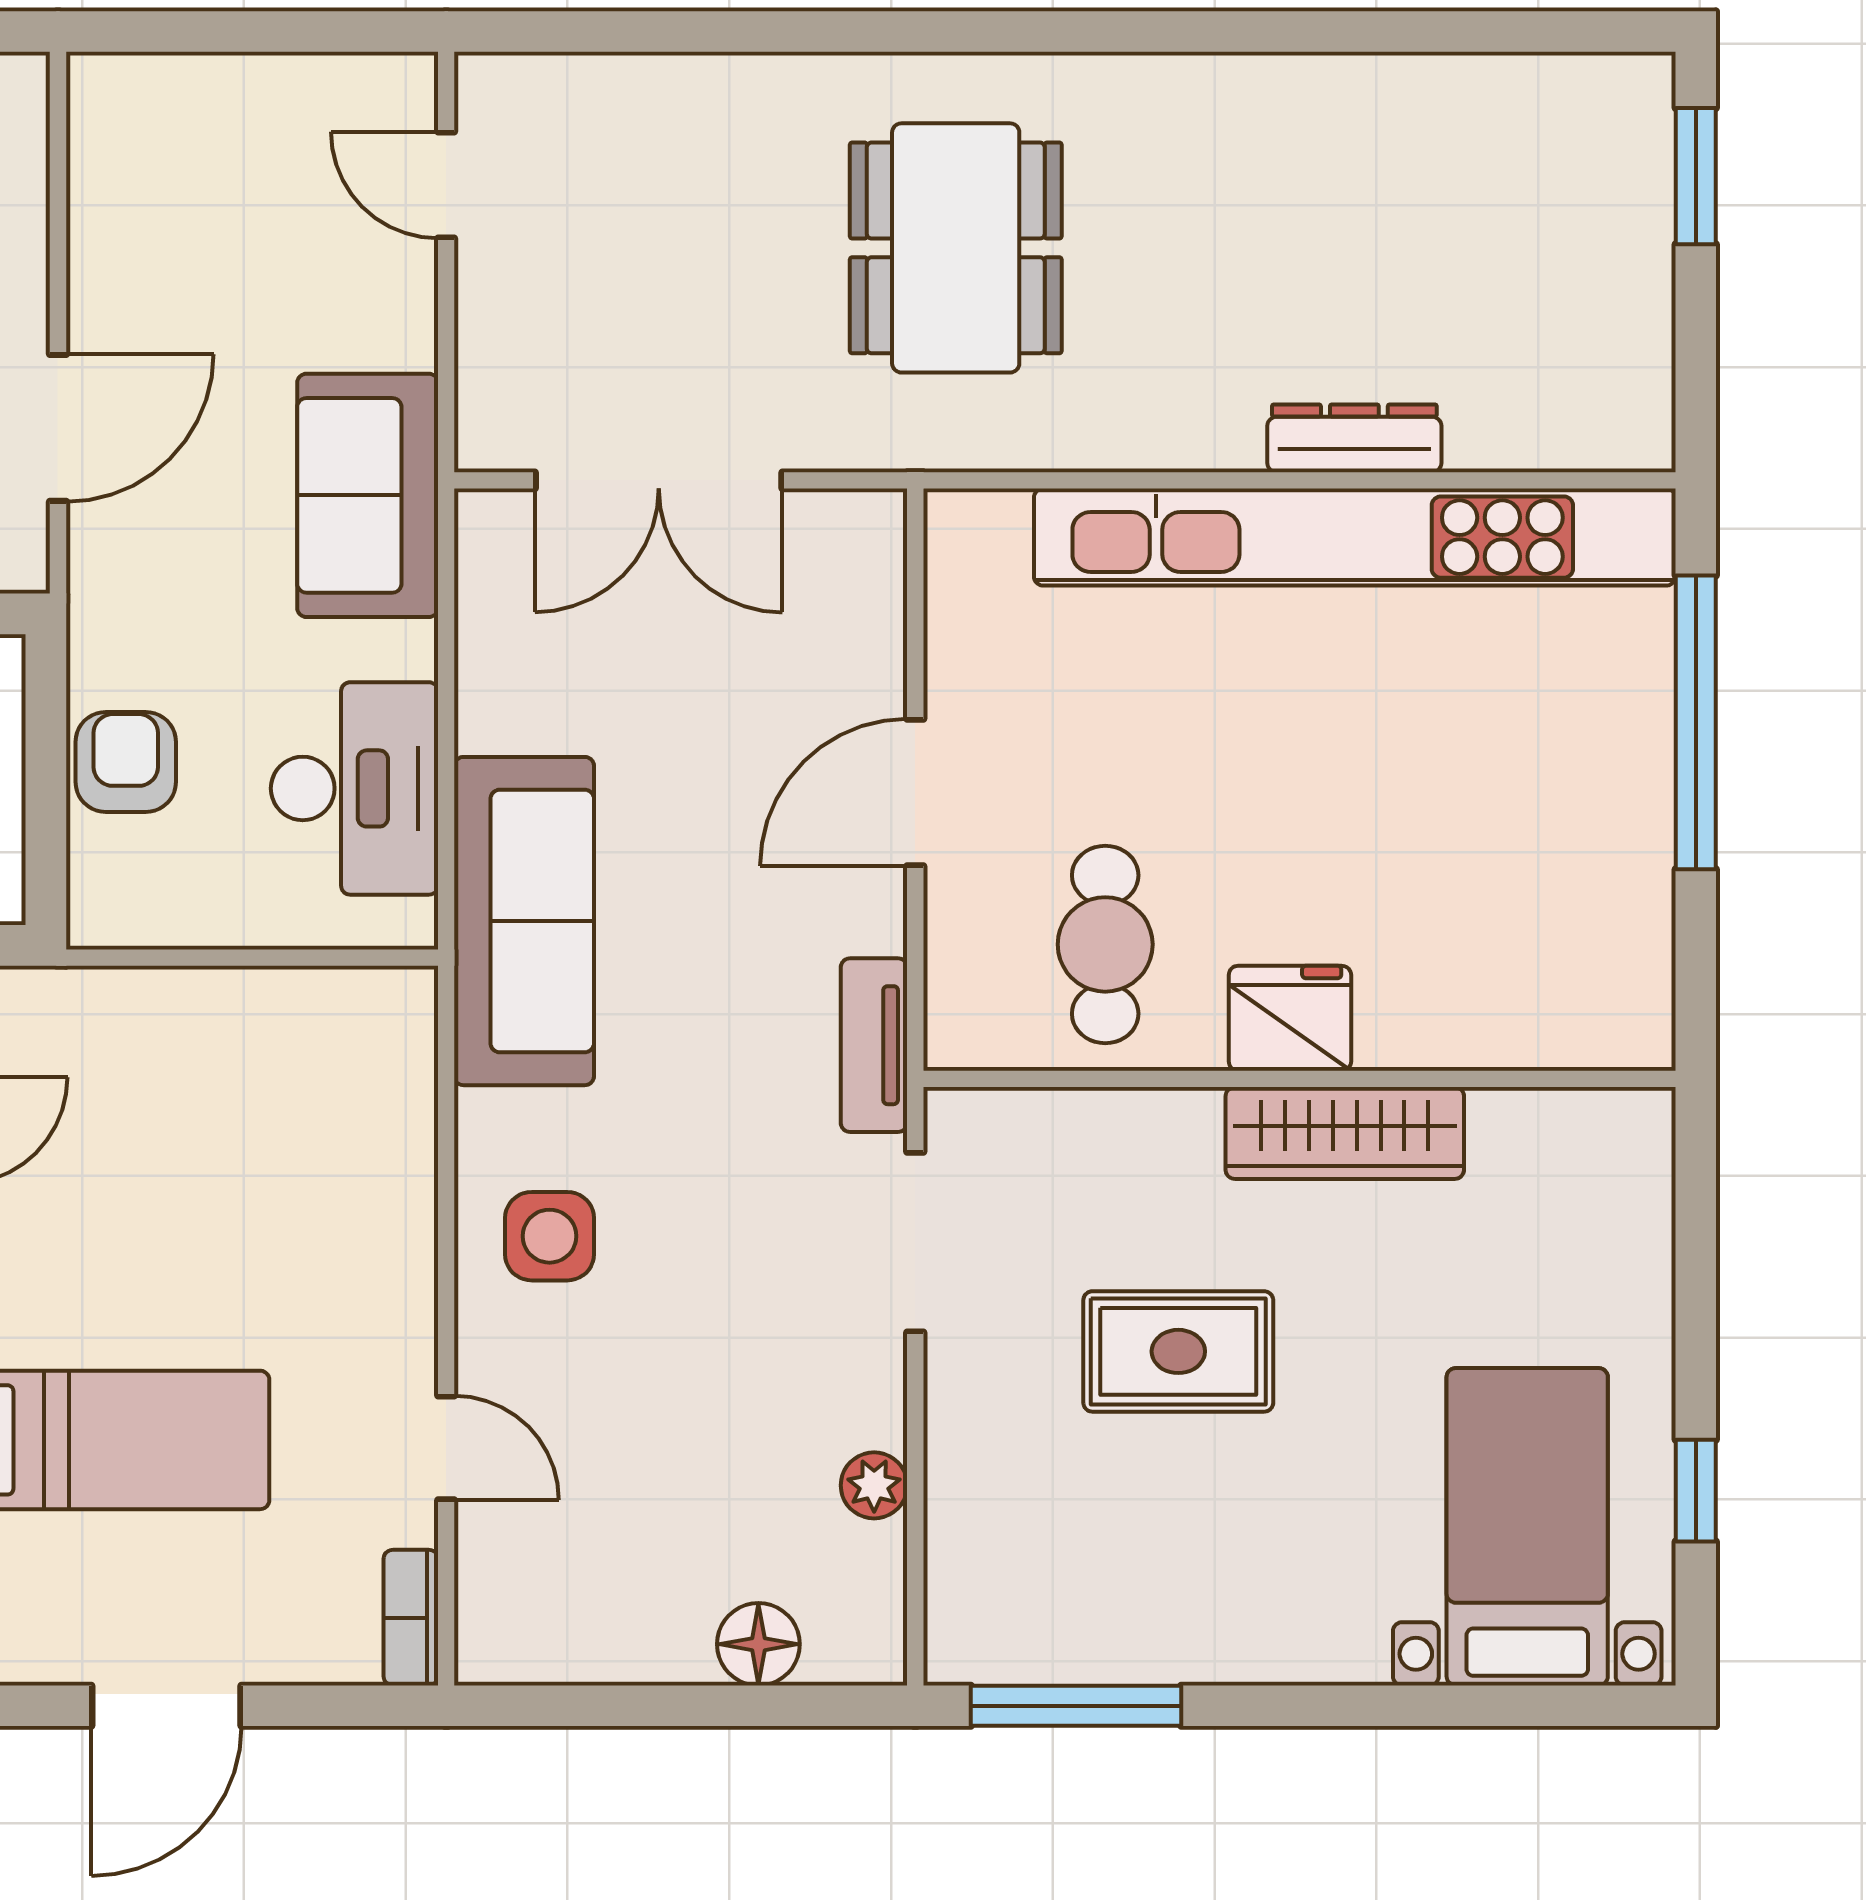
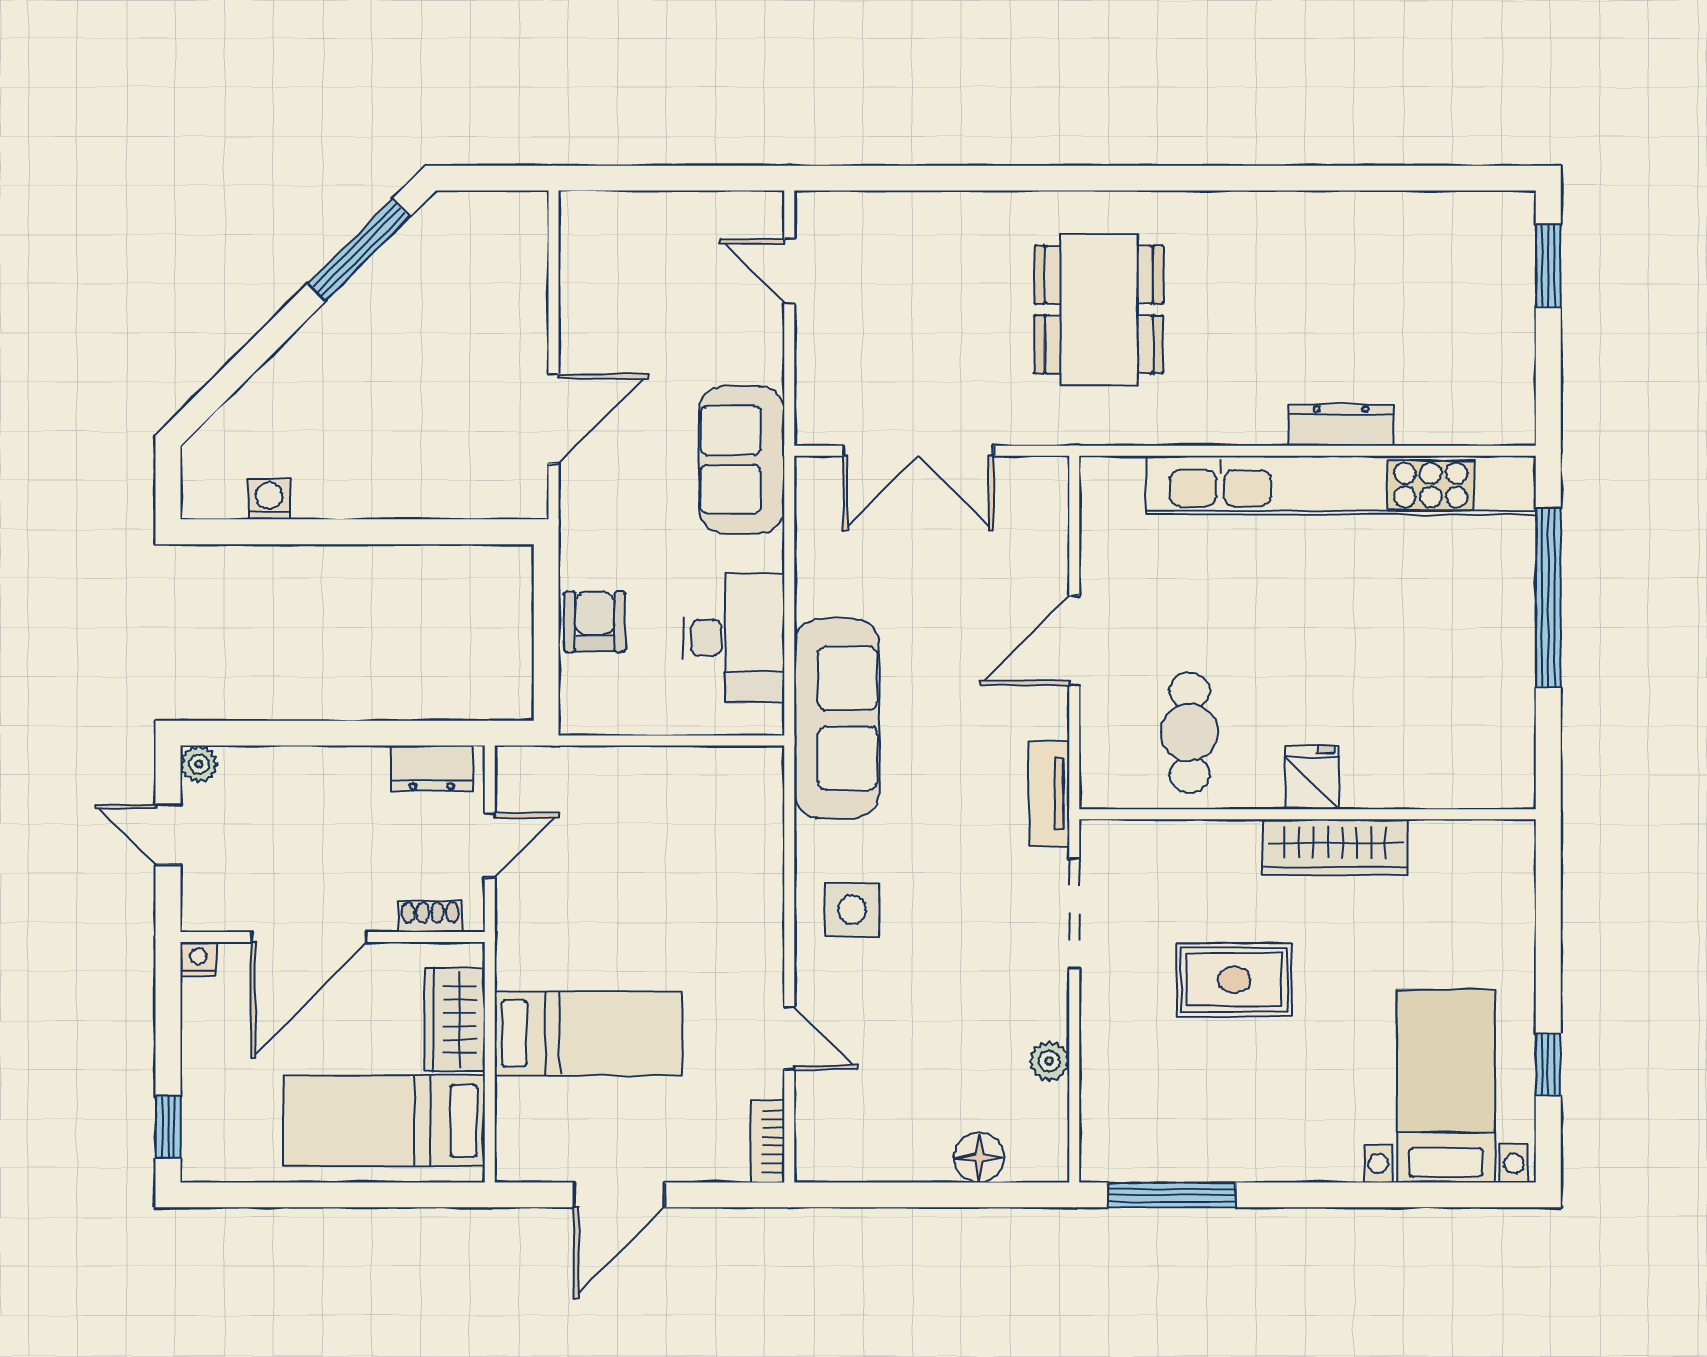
fridge: (1290, 1018) -> (1312, 777), width x0.72

